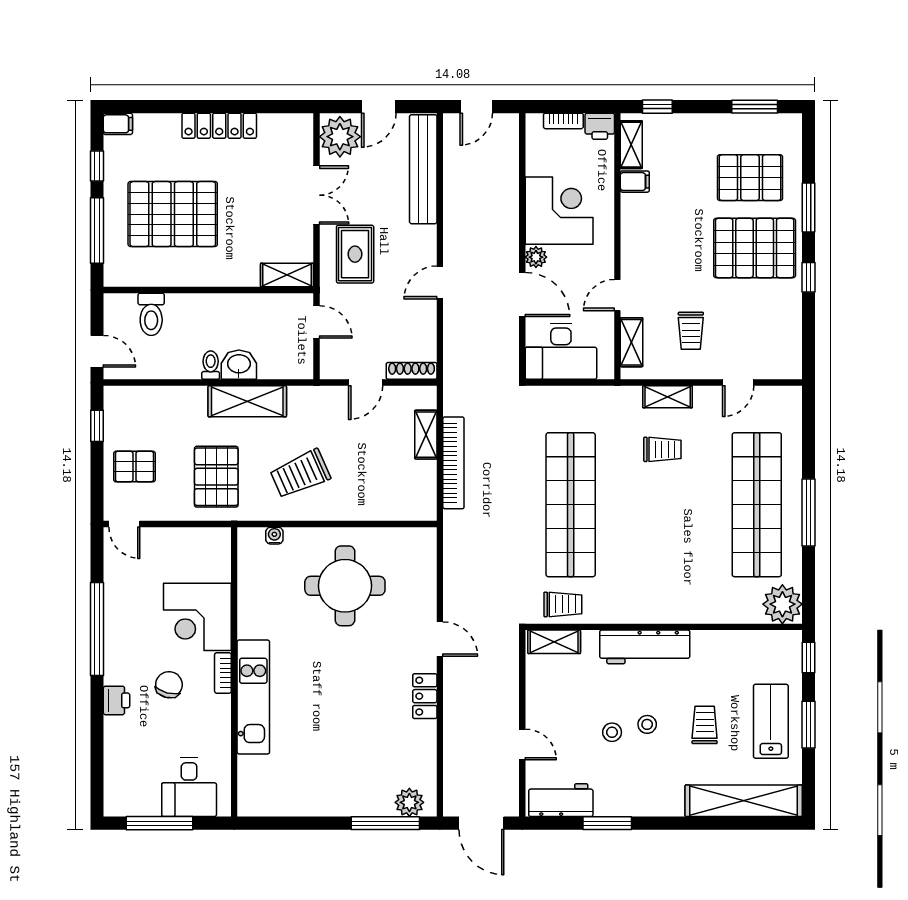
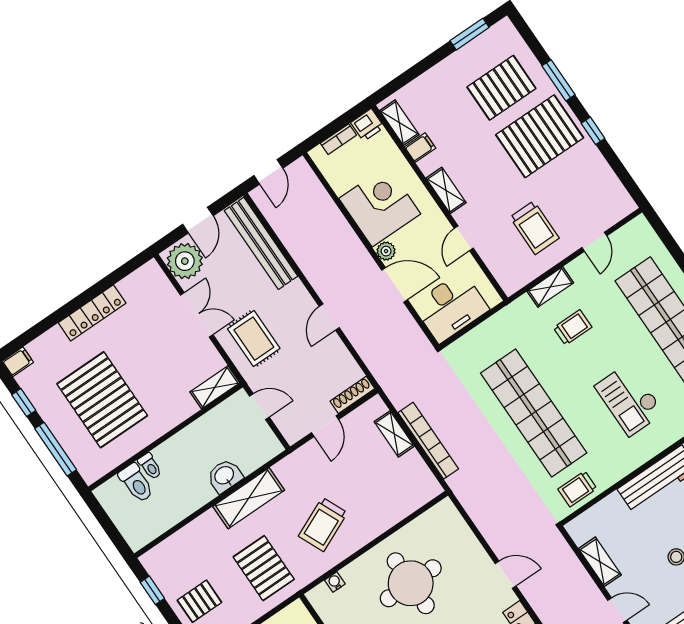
window: (657, 107) -> (399, 82), removed
pallet: (173, 214) -> (102, 400), turned 90
trolley: (691, 331) -> (534, 228), width x1.36, depth x1.39
shelving: (632, 342) -> (446, 190), moved
door: (97, 351) -> (115, 536), removed
toilet: (211, 365) -> (150, 466), moved, turned 180
checkout: (669, 554) -> (629, 399), added
trolley: (563, 604) -> (577, 489), turned 180
shelving: (554, 642) -> (600, 562), moved, turned 90

